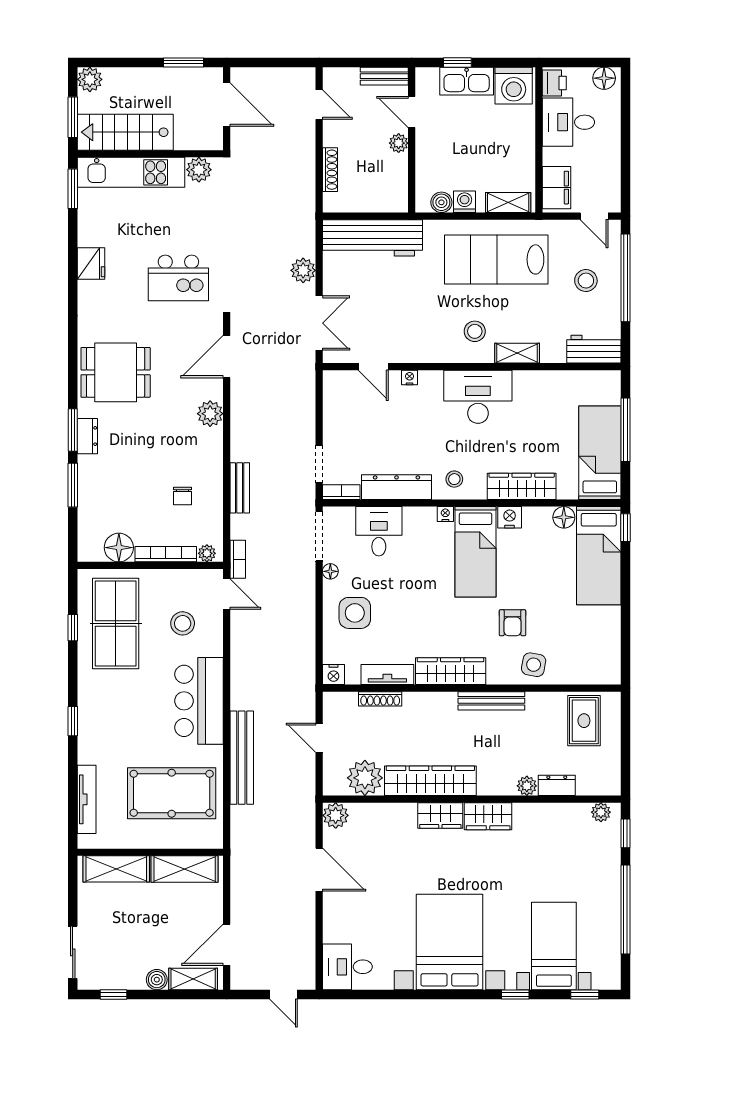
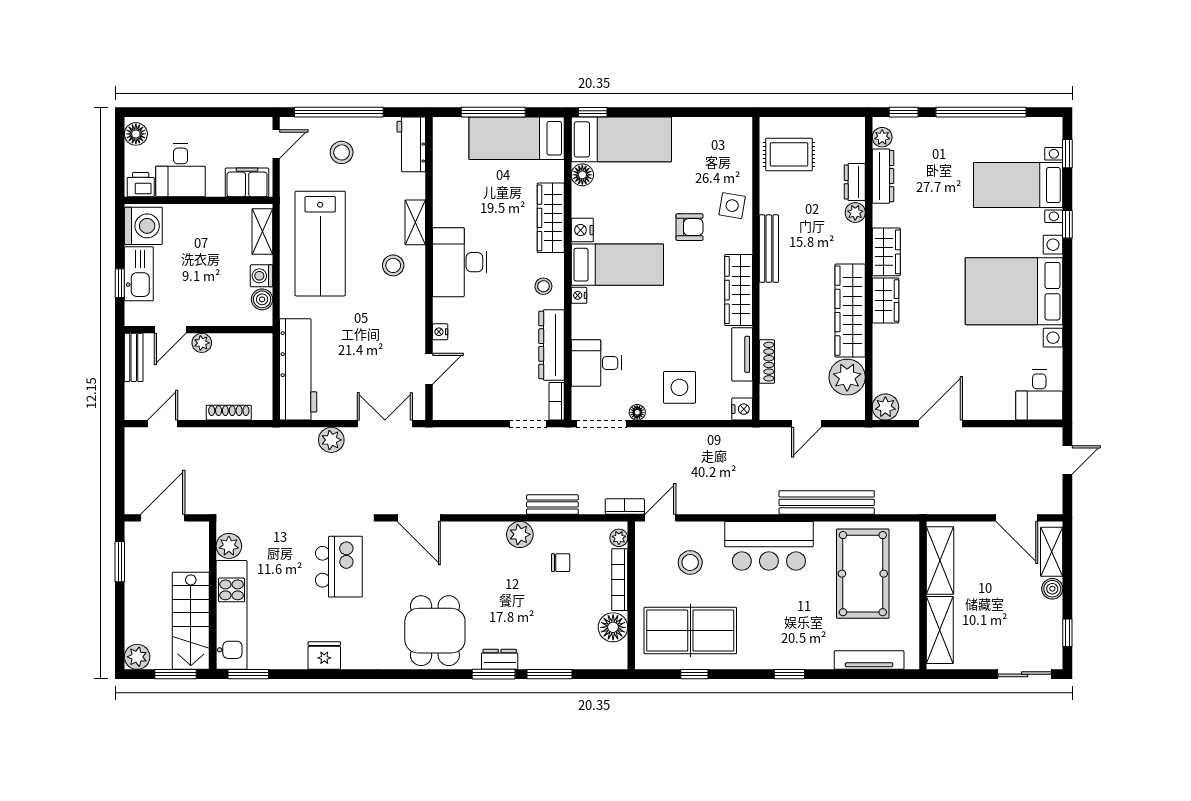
plant: (210, 414) -> (520, 534), moved
dresser: (563, 813) -> (883, 176), added

